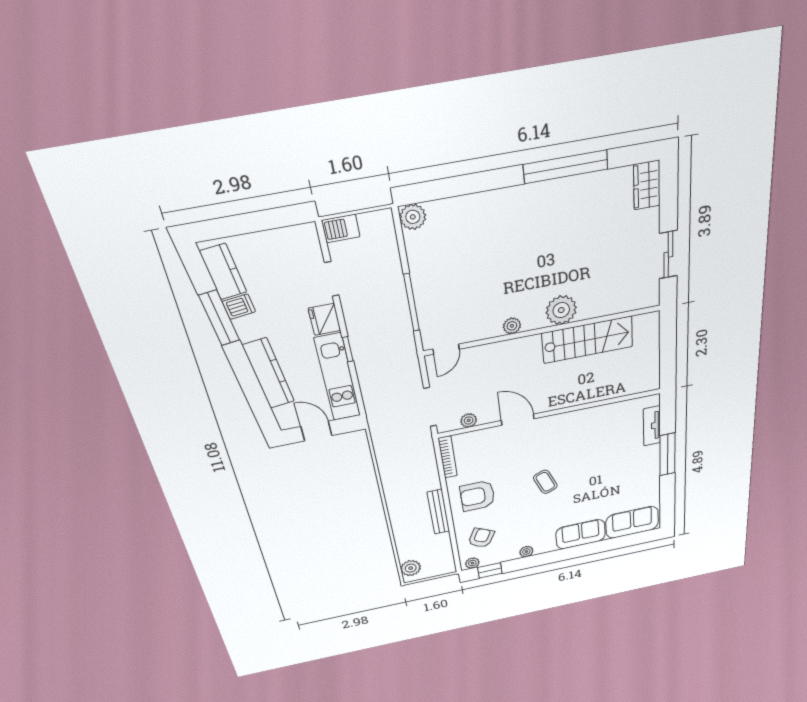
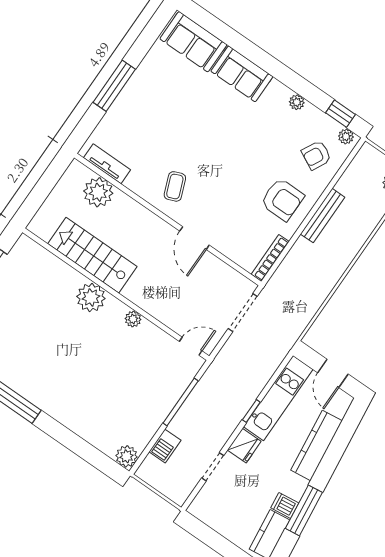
barbecue: (341, 228) -> (165, 446), moved, turned 90
plant: (469, 420) -> (98, 192), moved, width x1.88, depth x1.88
tv unit: (652, 426) -> (107, 164), moved, turned -90
coffee table: (545, 482) -> (175, 186), moved

